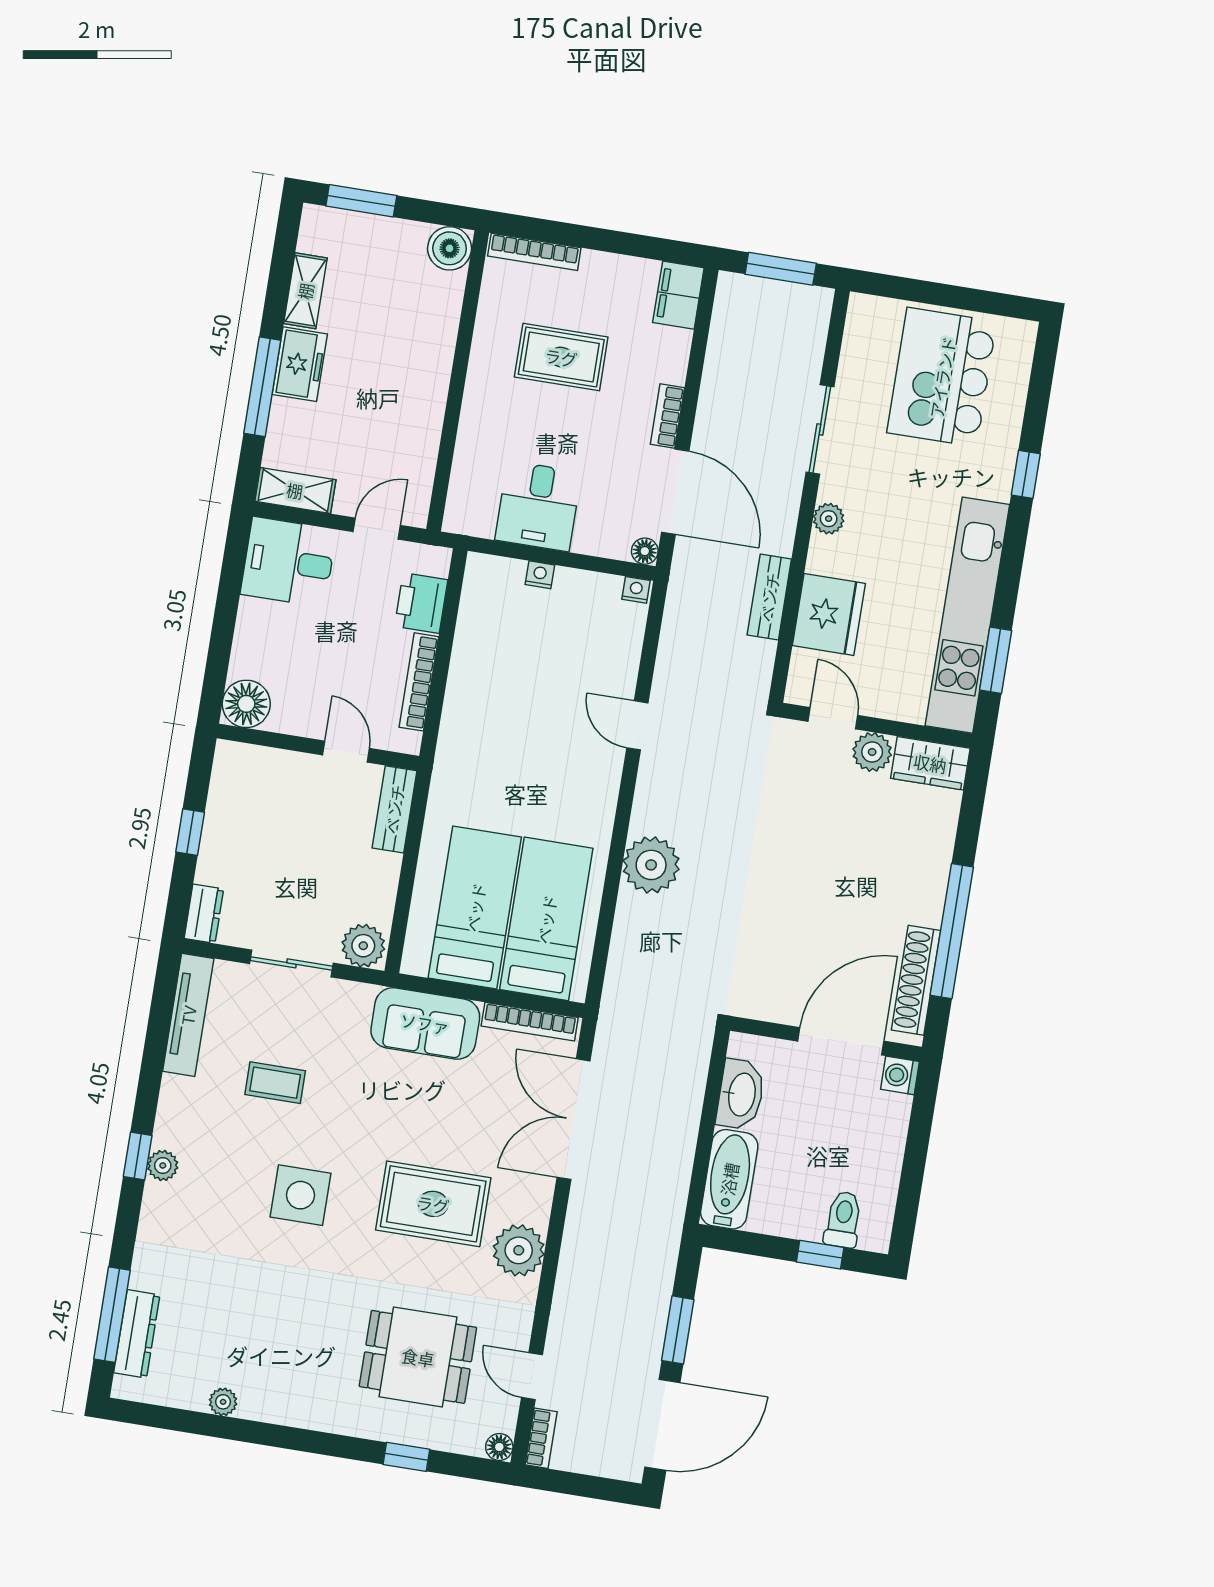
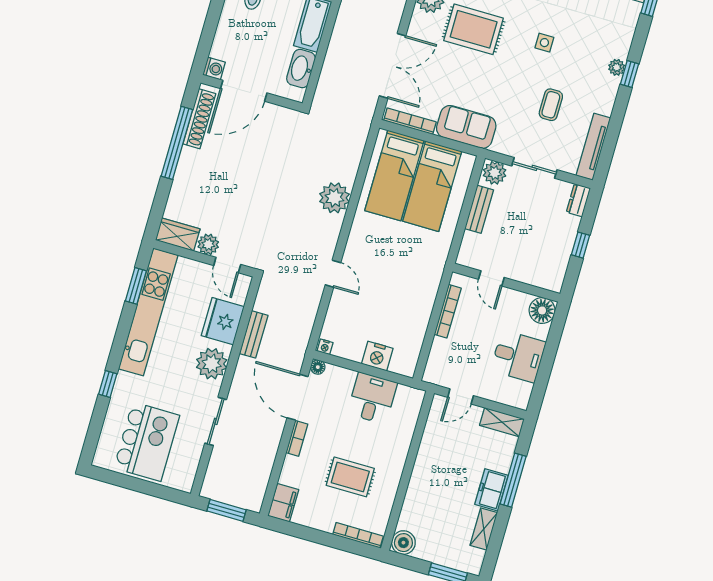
plant: (829, 519) -> (212, 364), width x1.88, depth x1.88
desk: (288, 562) -> (518, 356), moved
nightstand: (540, 575) -> (377, 356), width x1.89, depth x1.79
printer: (421, 603) -> (441, 354), removed
bench: (394, 809) -> (479, 209), moved
coffee table: (275, 1083) -> (551, 105), turned 90
side table: (300, 1195) -> (544, 43), width x0.54, depth x0.54

